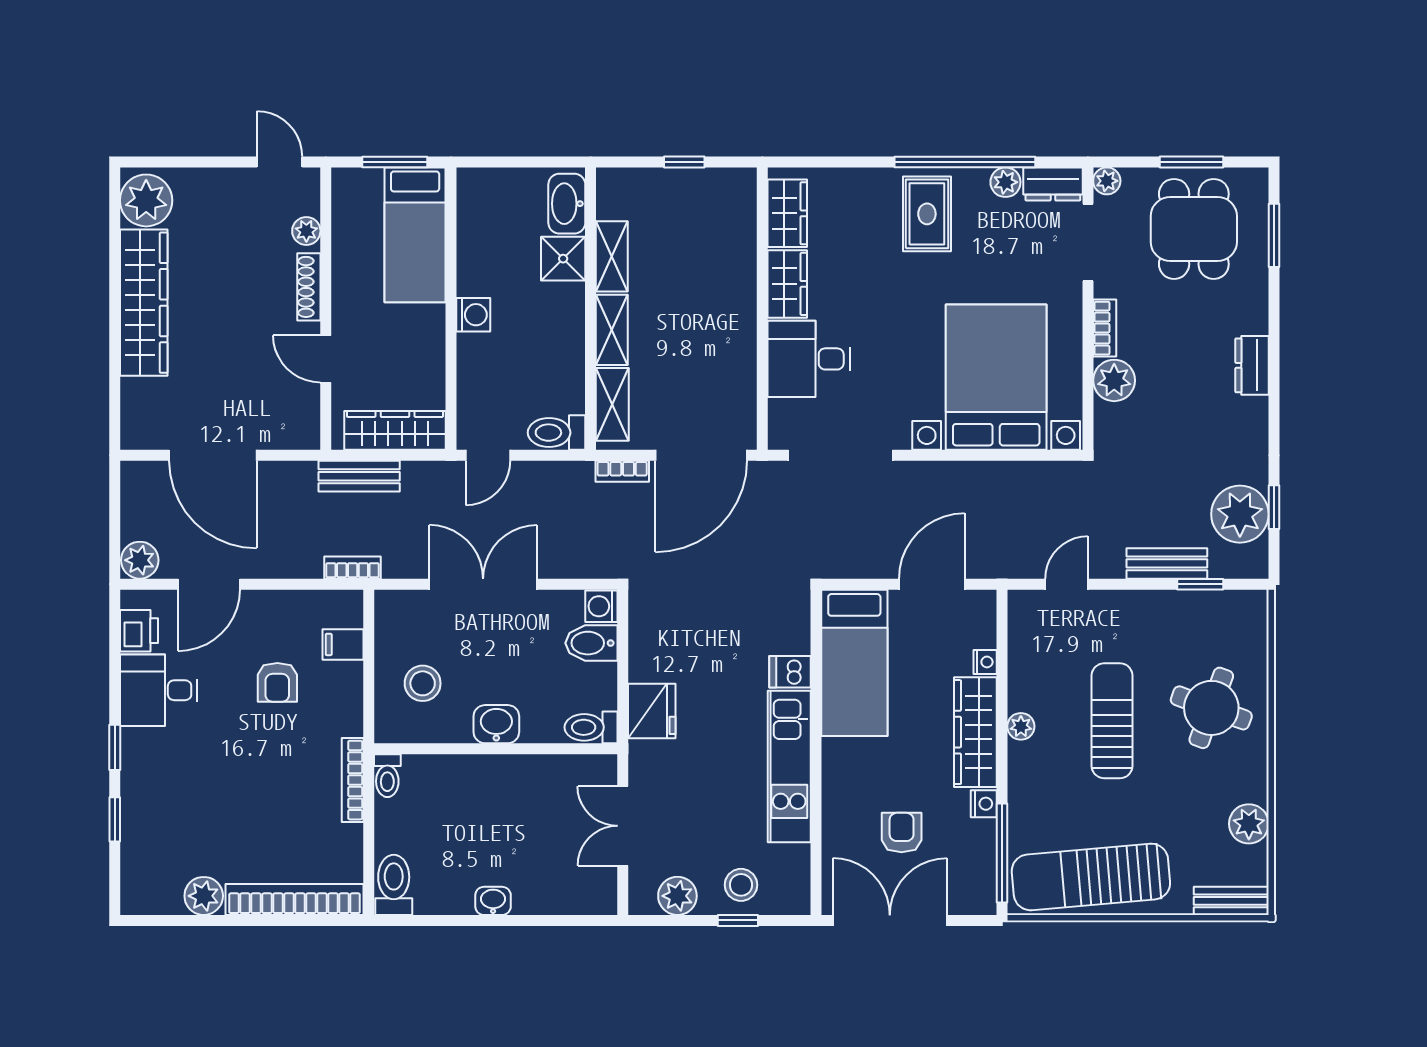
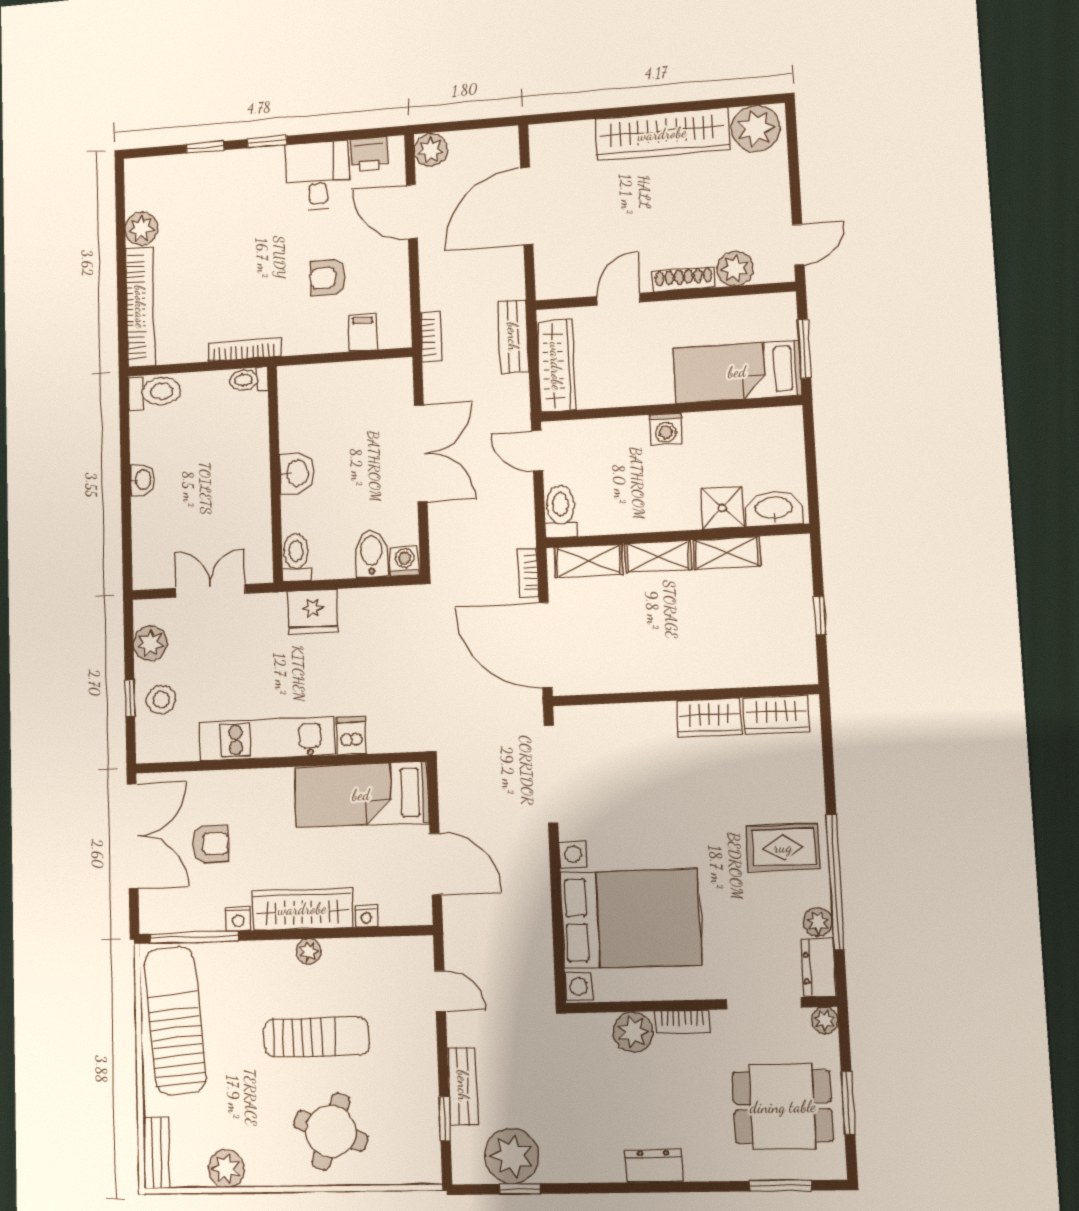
plant: (306, 231) -> (735, 269), width x1.38, depth x1.38
desk: (809, 359) -> (640, 741), removed
stool: (423, 683) -> (331, 405), removed

